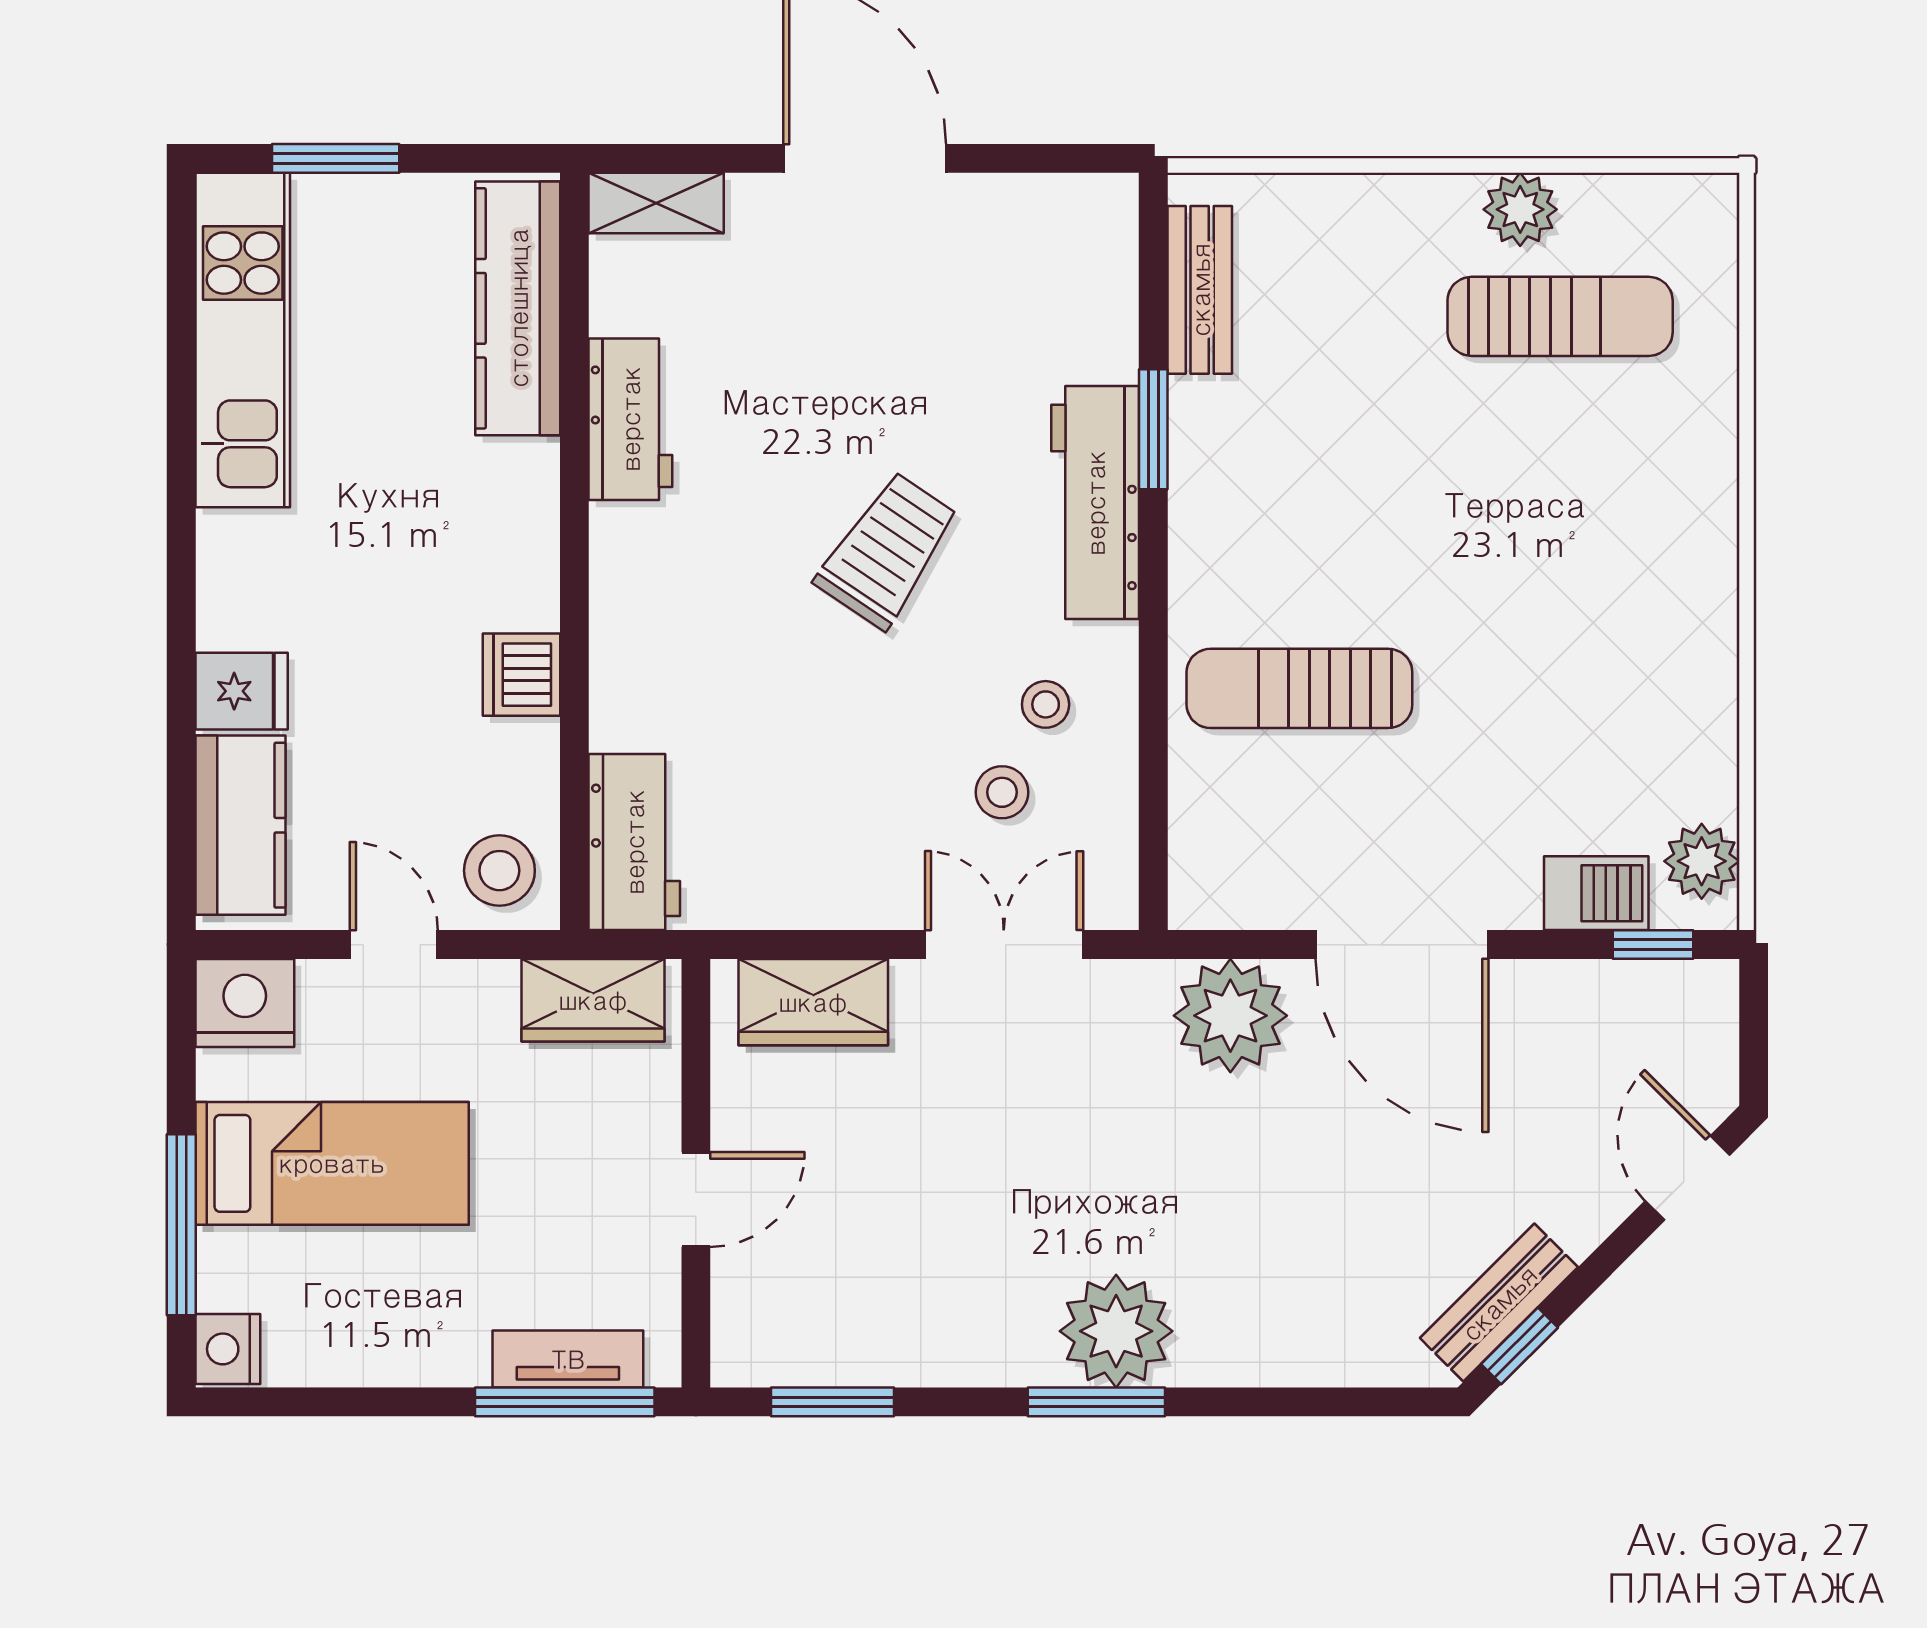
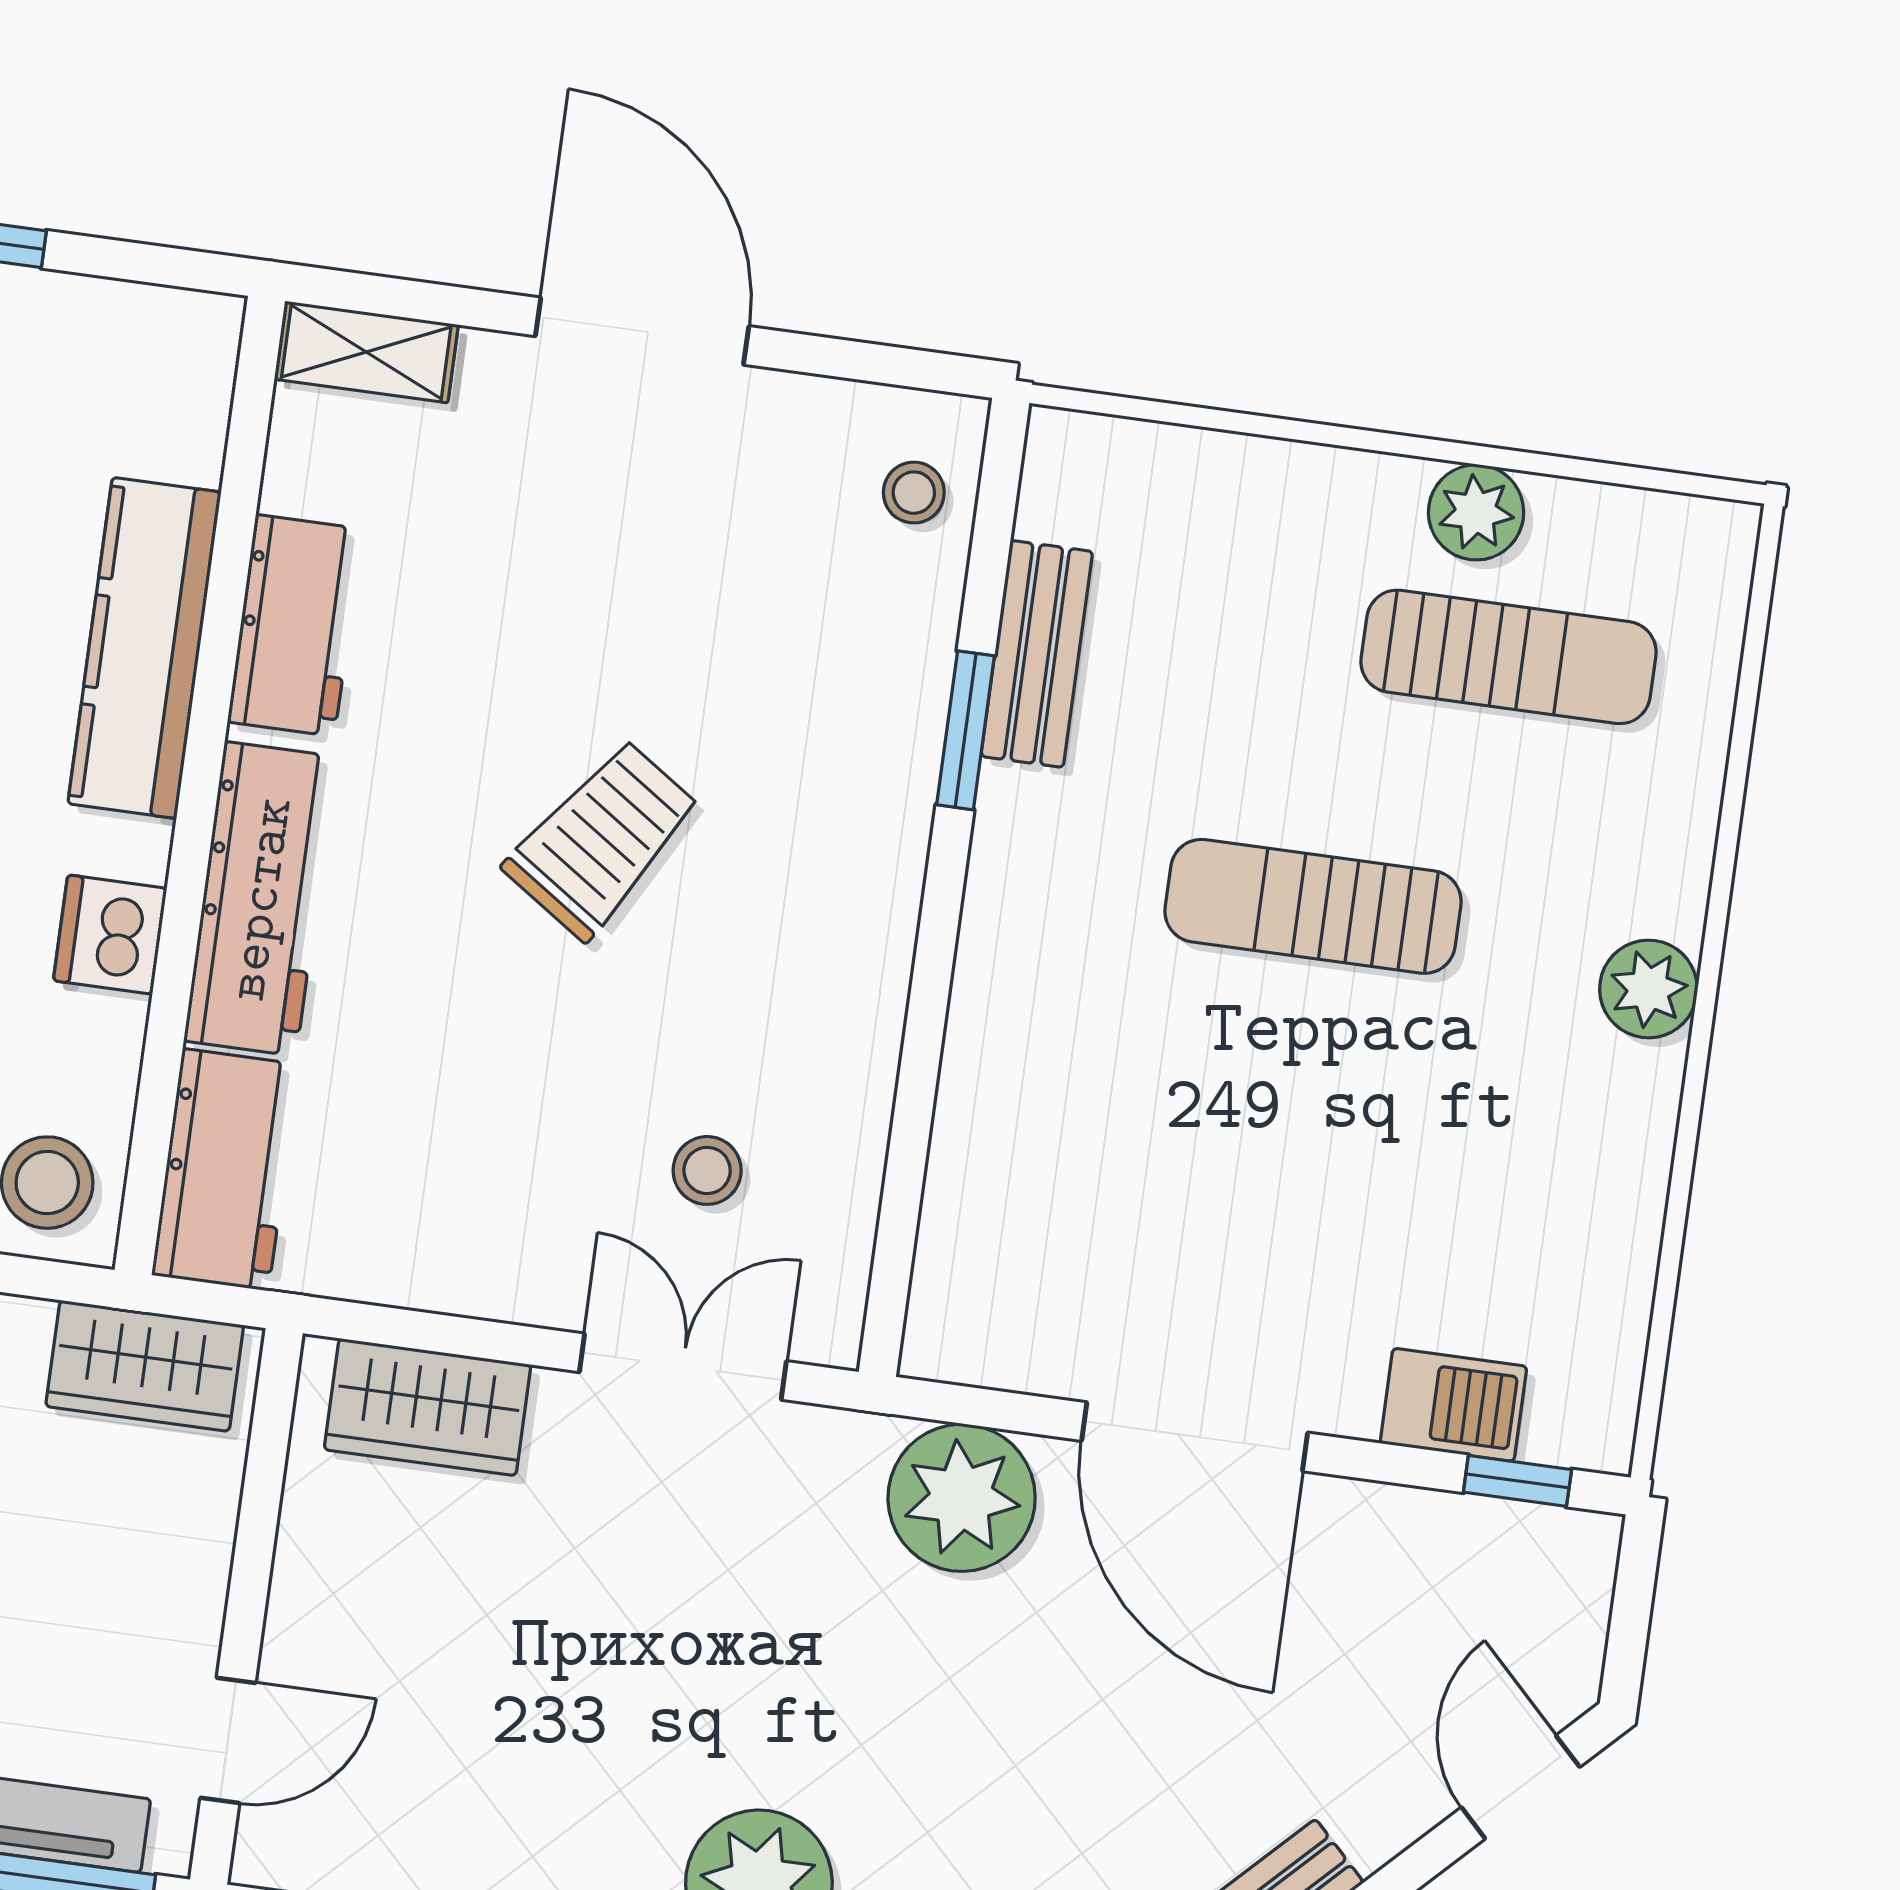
bench: (1200, 290) -> (1037, 654), moved
kitchen counter: (518, 308) -> (144, 648), moved
workbench: (1095, 503) -> (260, 899), moved, turned 180
sun lounger: (1299, 688) -> (1313, 906), moved
stool: (1046, 704) -> (914, 493), moved
plant: (1702, 861) -> (1648, 989), moved
door: (696, 1200) -> (228, 1740), moved

